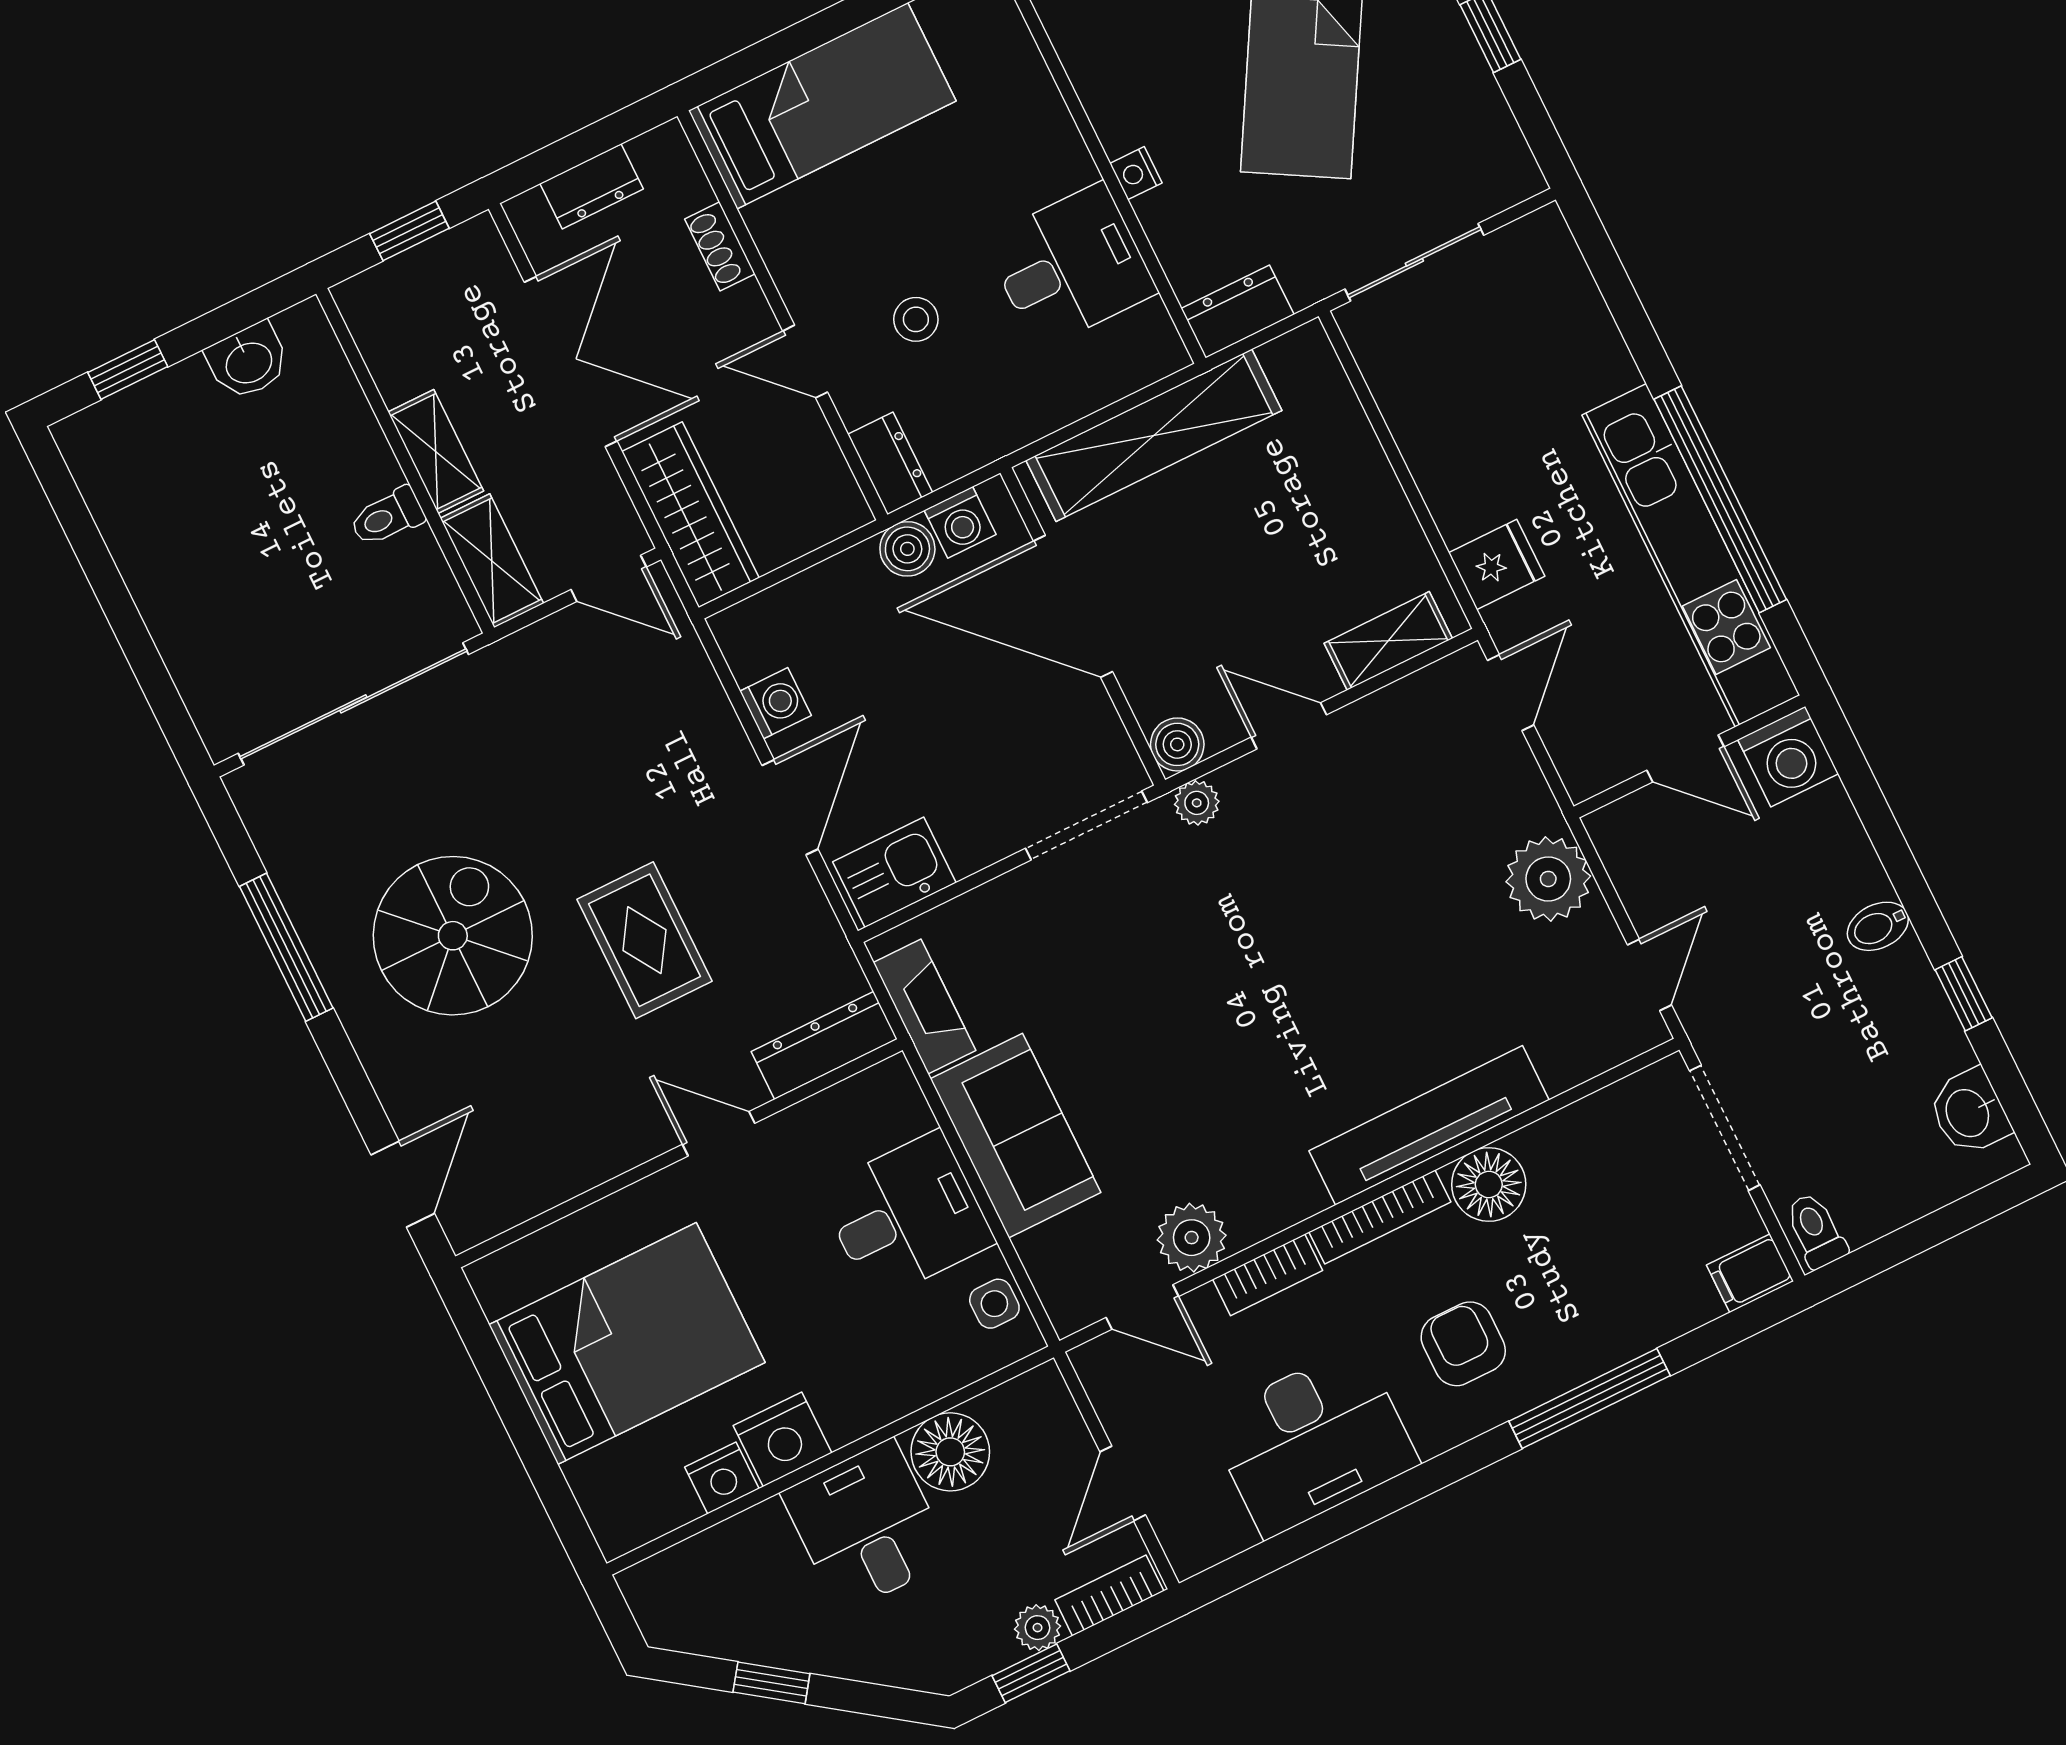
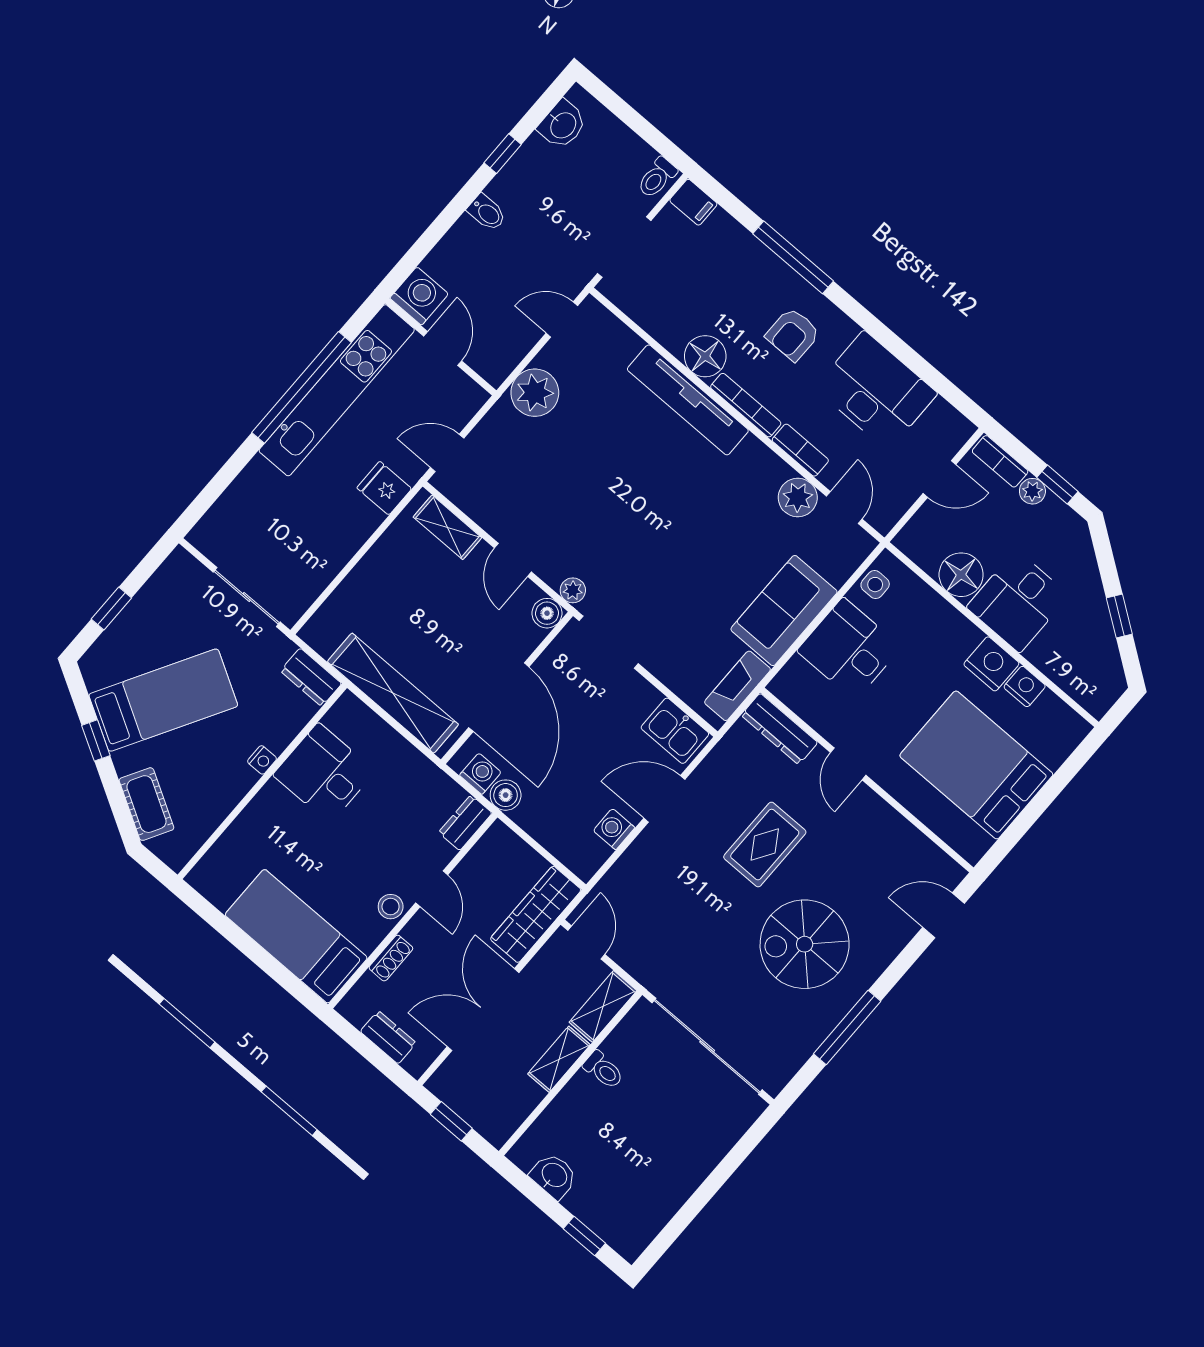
stool: (916, 319) -> (391, 907), moved

